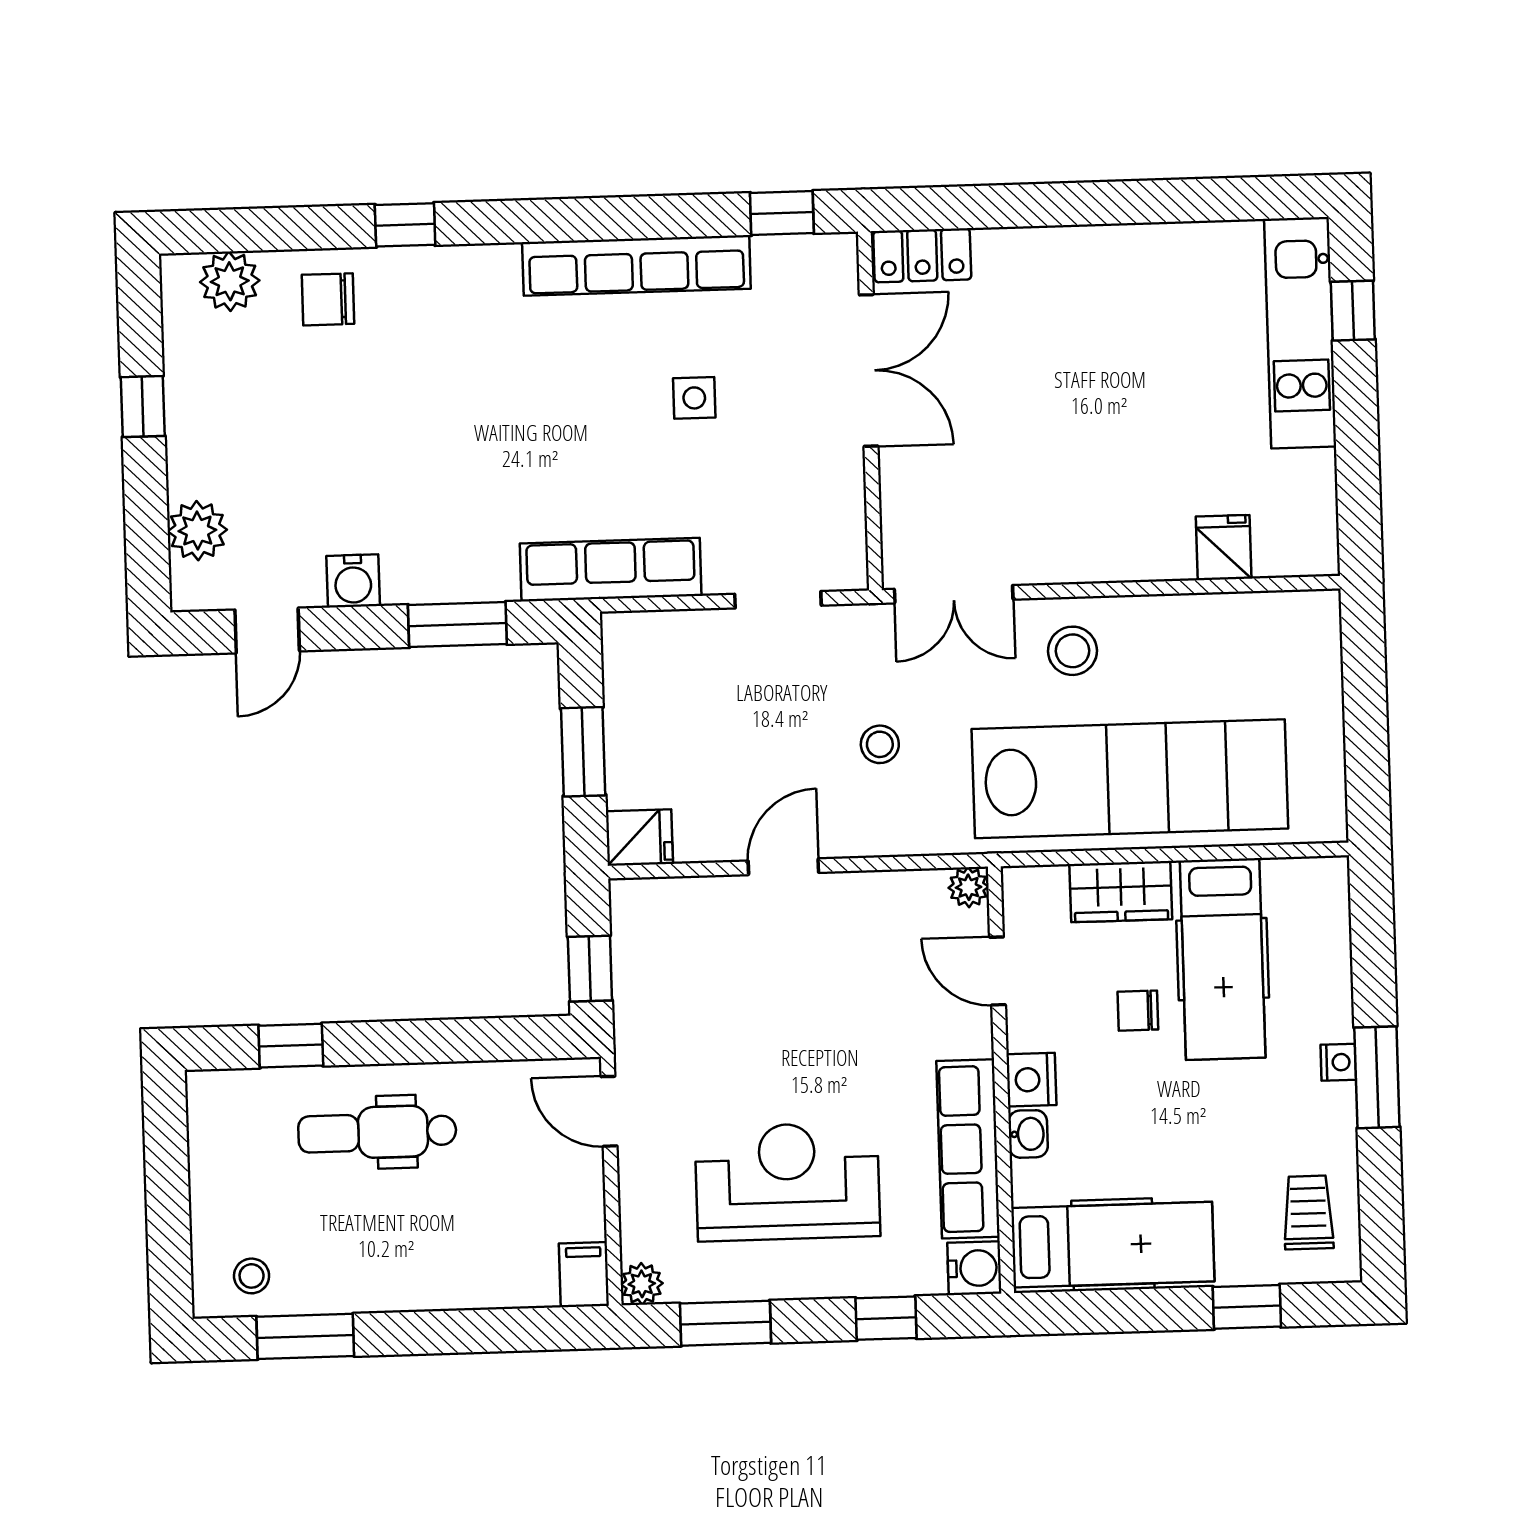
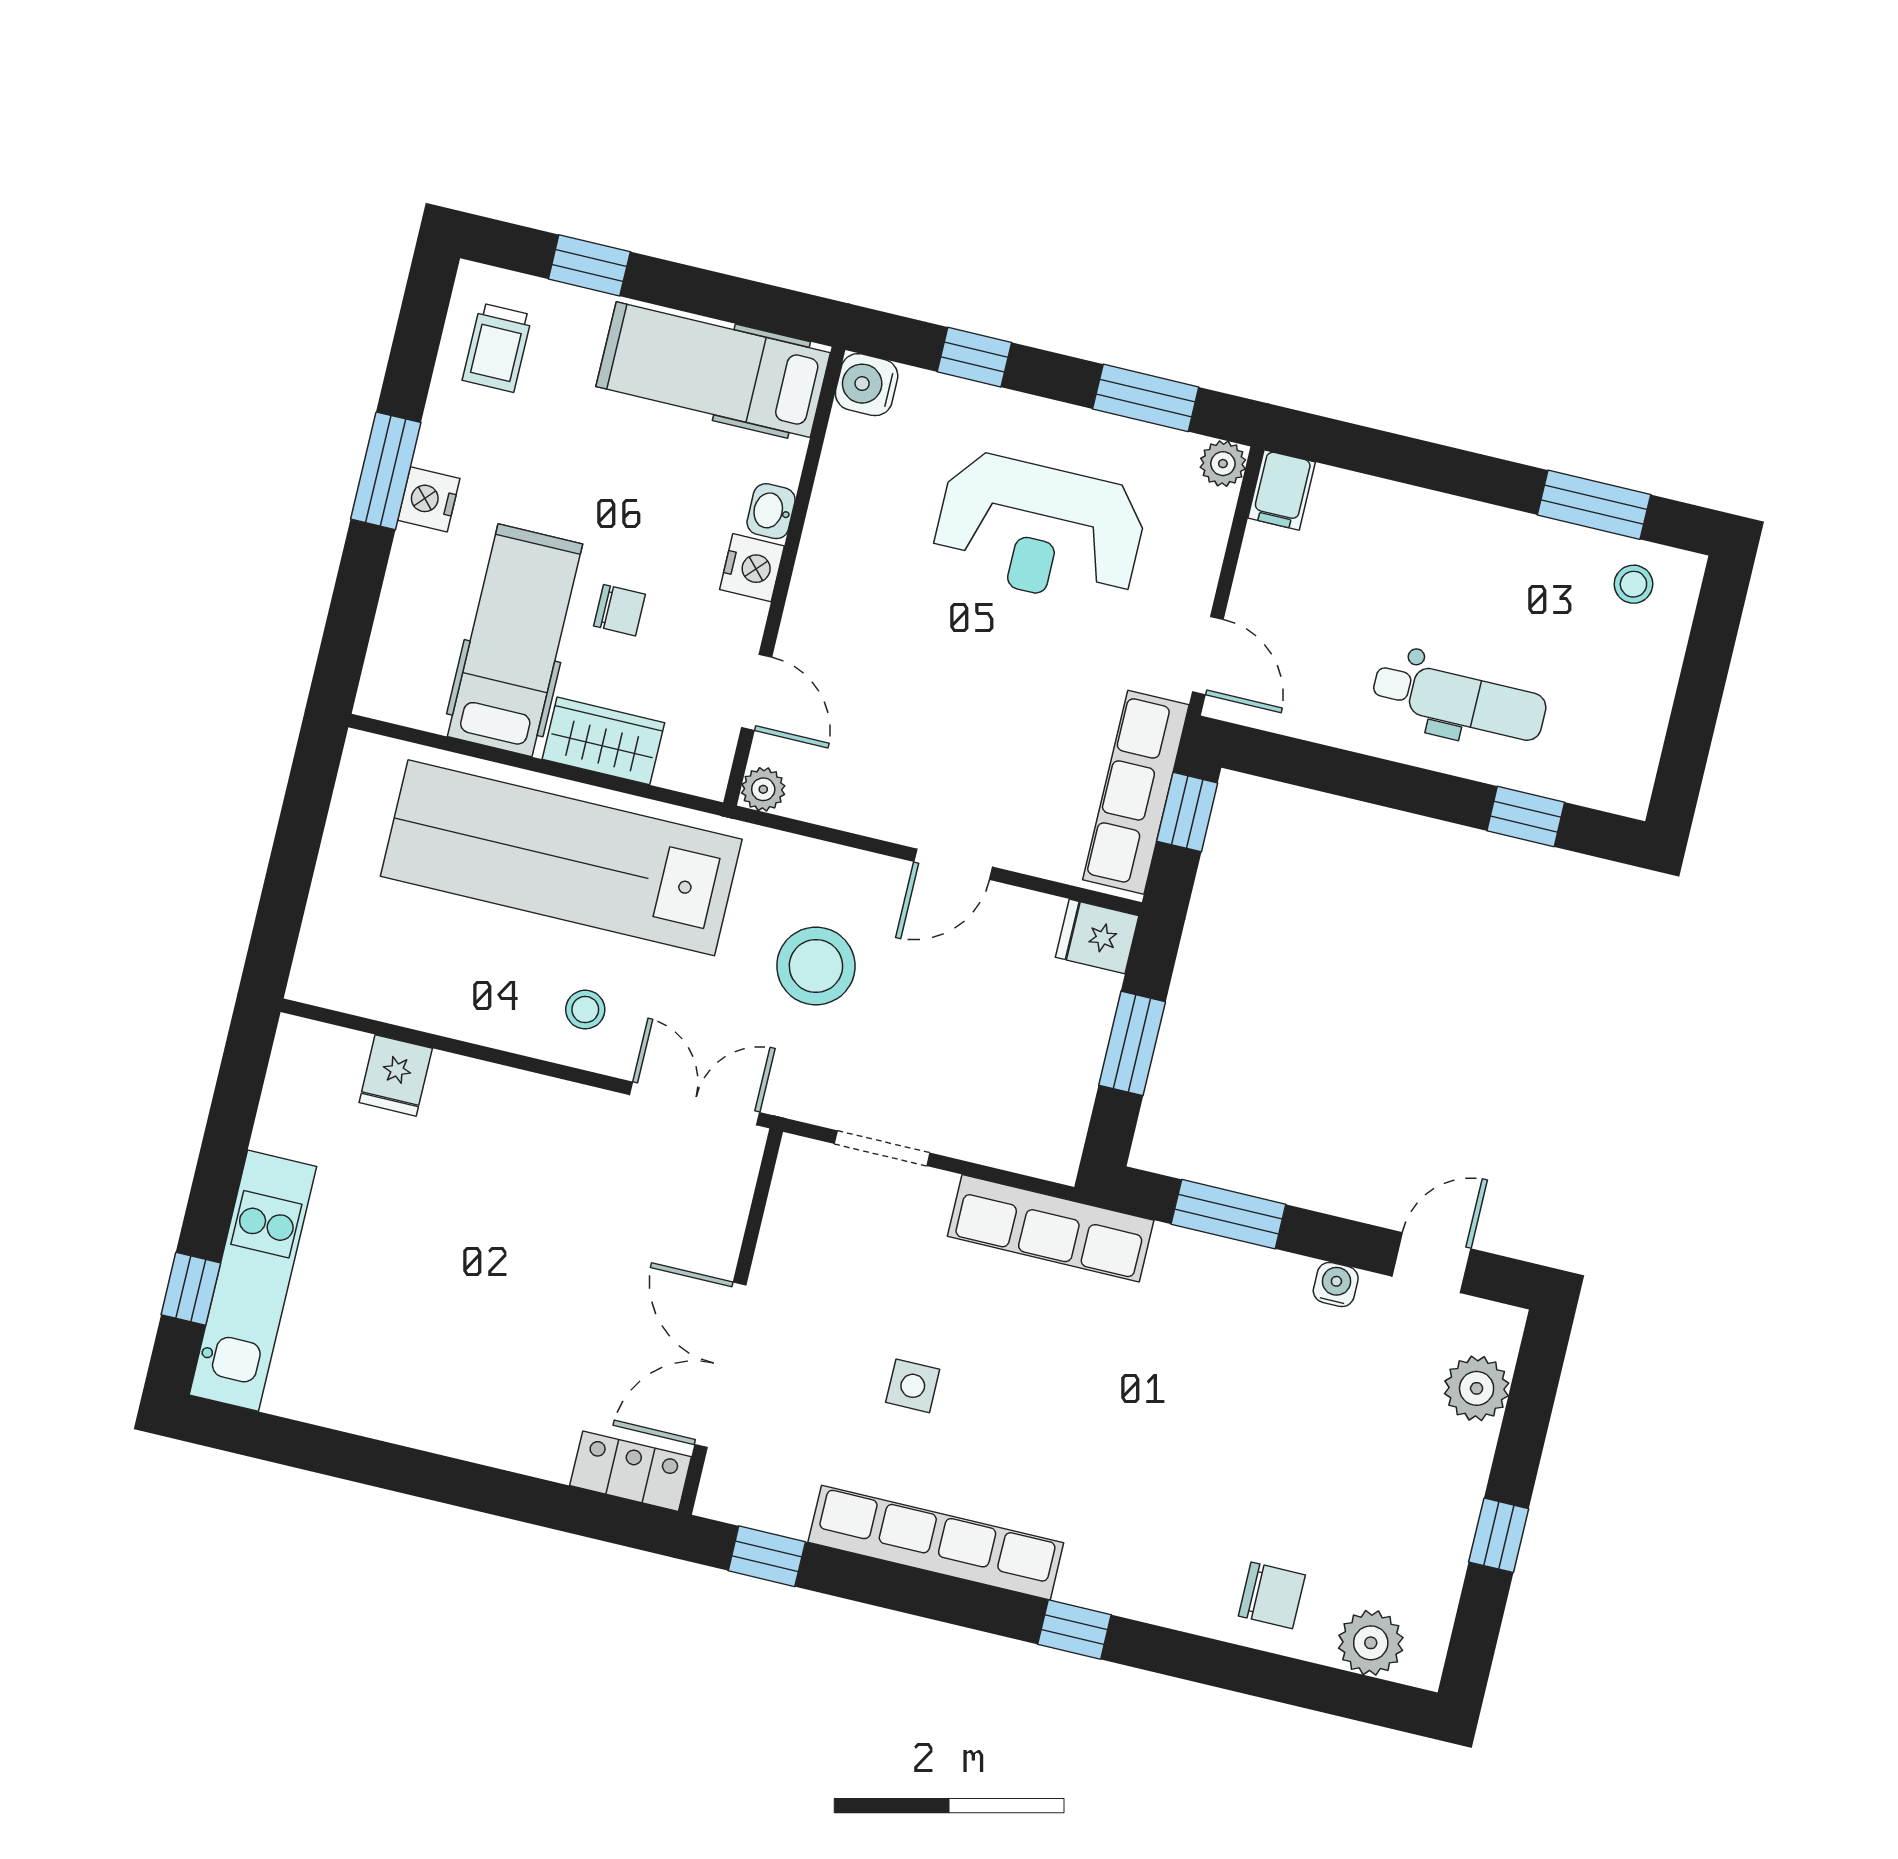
window: (405, 225) -> (1074, 1630), moved
water cooler: (353, 581) -> (1336, 1284), width x0.72, depth x0.72
stool: (1073, 651) -> (585, 1010), width x0.73, depth x0.73
stool: (880, 744) -> (816, 966), width x1.89, depth x1.89
nightstand: (1338, 1062) -> (429, 499), width x1.39, depth x1.35
row of seats: (968, 1149) -> (1136, 792), moved, turned 180

